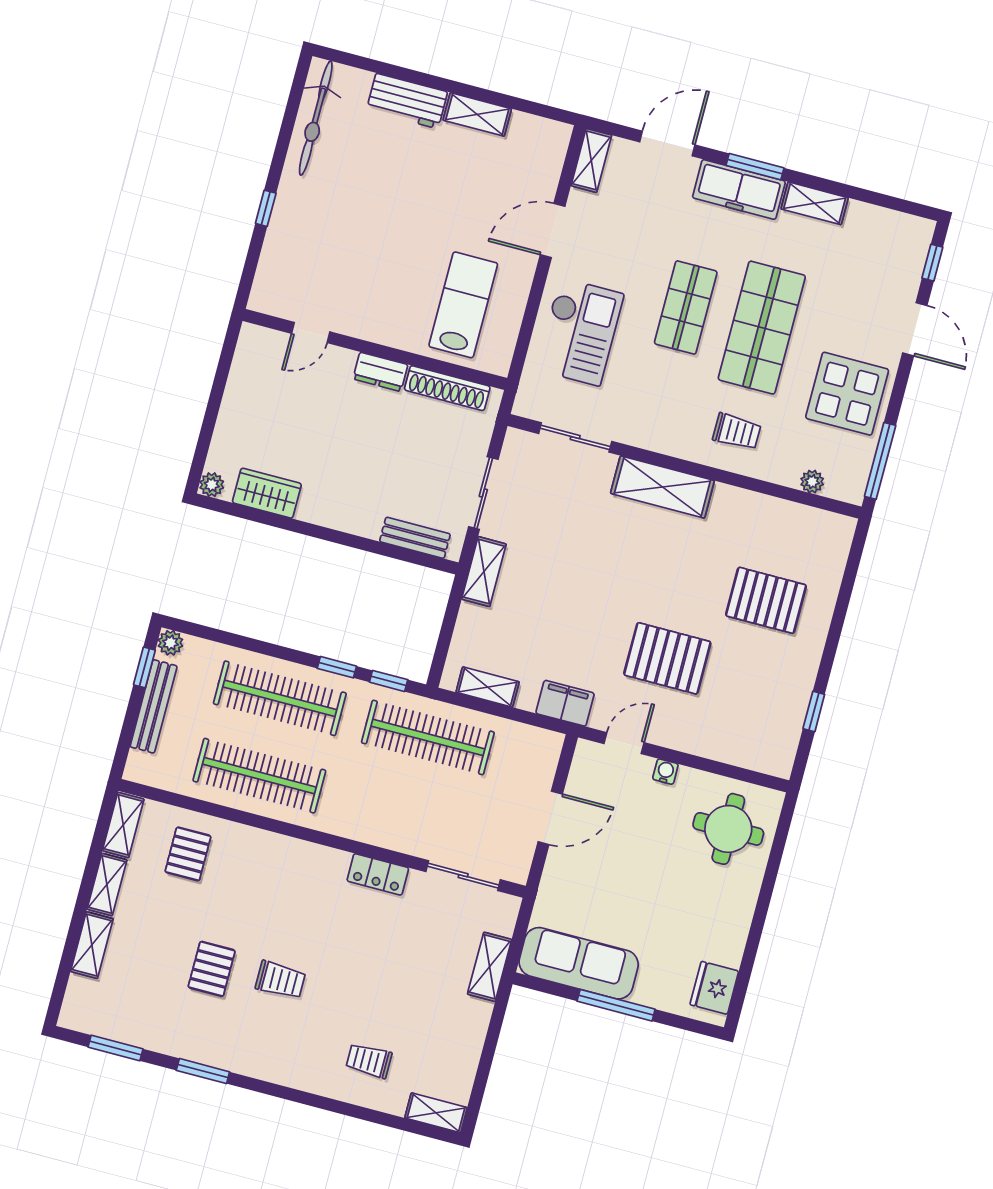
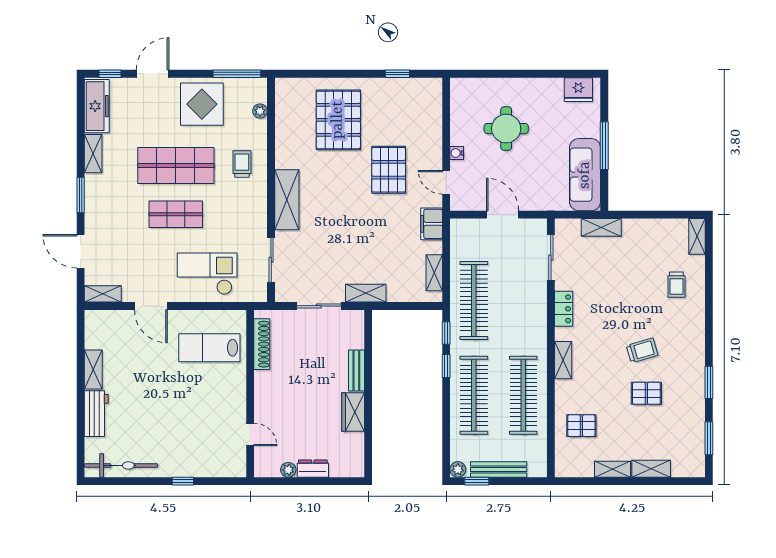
freezer: (739, 189) -> (97, 106), moved
dresser: (380, 372) -> (313, 469), moved, turned -90
plant: (212, 485) -> (288, 470), moved
wardrobe: (267, 493) -> (353, 412), moved
bench: (415, 538) -> (356, 371), moved
pallet: (766, 600) -> (338, 120), width x1.37, depth x1.41
shelving: (123, 825) -> (563, 360), moved, turned 90
round table: (728, 829) -> (506, 129), moved
trolley: (280, 980) -> (642, 350), turned 74

